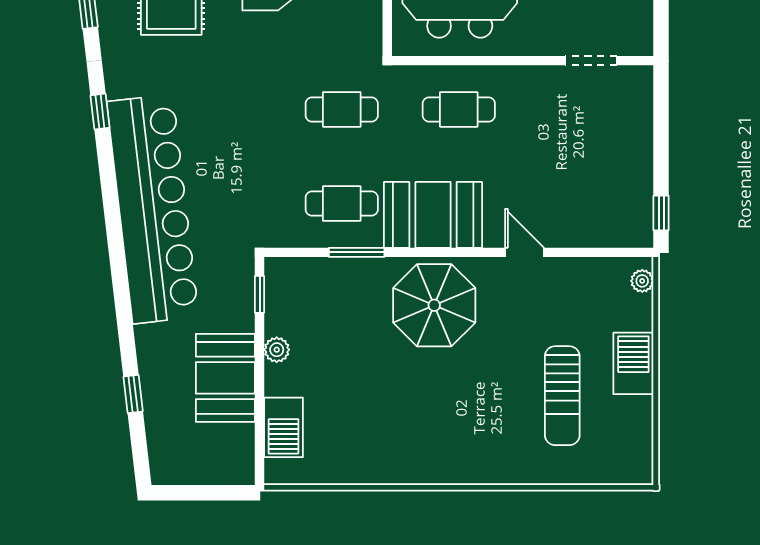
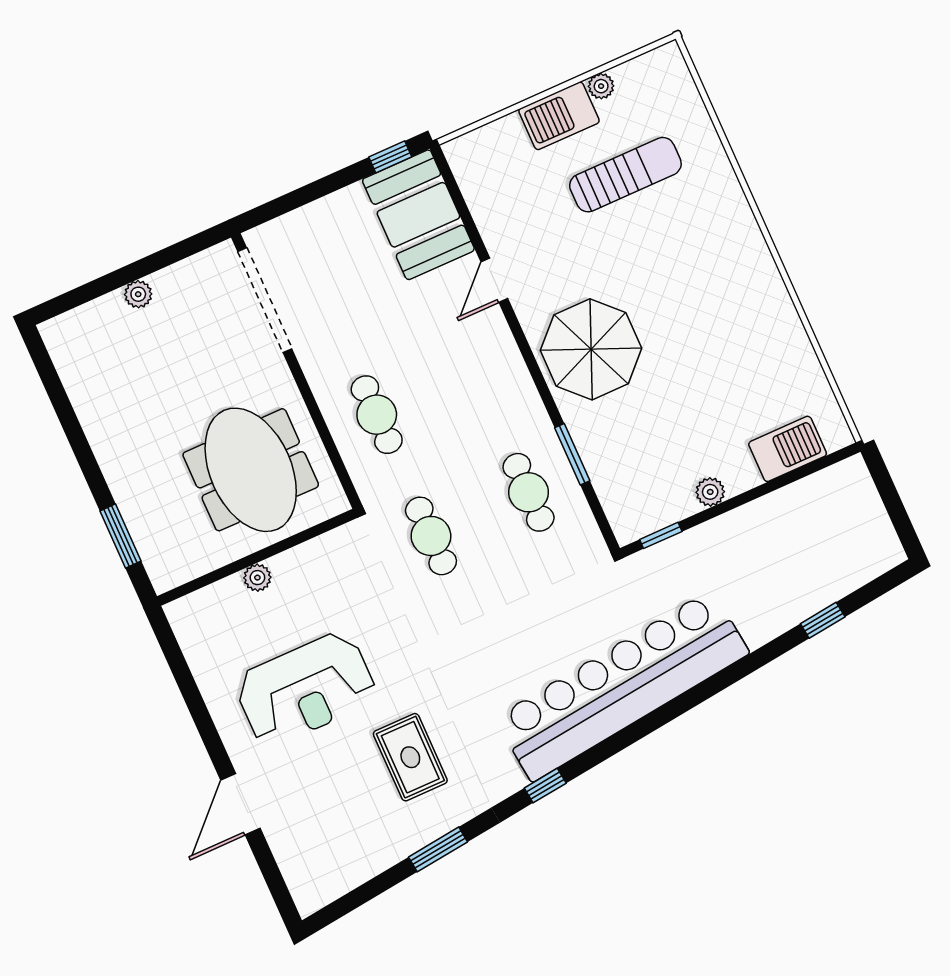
doorway: (591, 61) -> (265, 300), width x1.88
booth: (433, 215) -> (418, 215), moved
plant: (642, 281) -> (601, 86), moved
booth: (225, 378) -> (763, 532), removed

